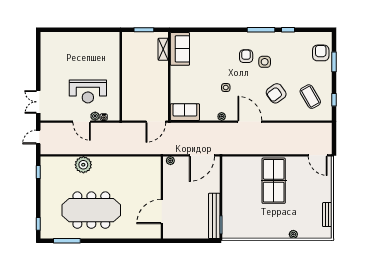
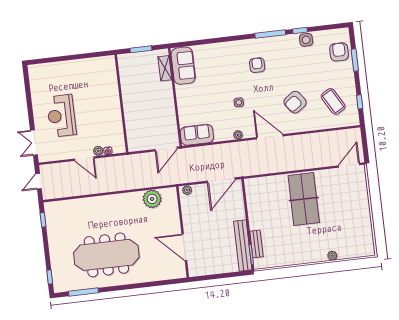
side table: (265, 62) -> (306, 40), moved
reception desk: (88, 91) -> (61, 116), moved, turned 90
door: (318, 155) -> (349, 165), swing flipped
plant: (83, 165) -> (152, 199), moved
door: (162, 212) -> (184, 247), hinge flipped
bench: (327, 215) -> (256, 244), moved

